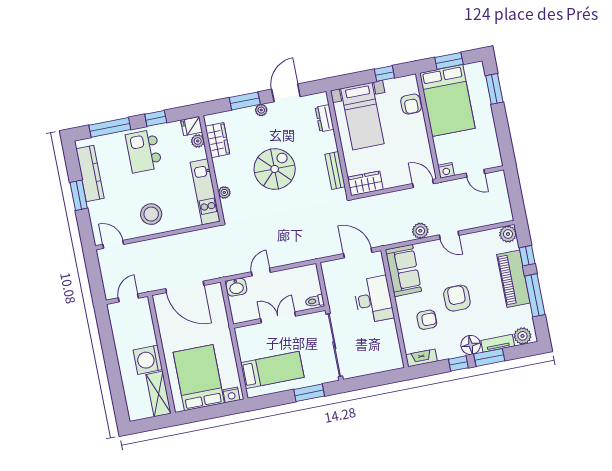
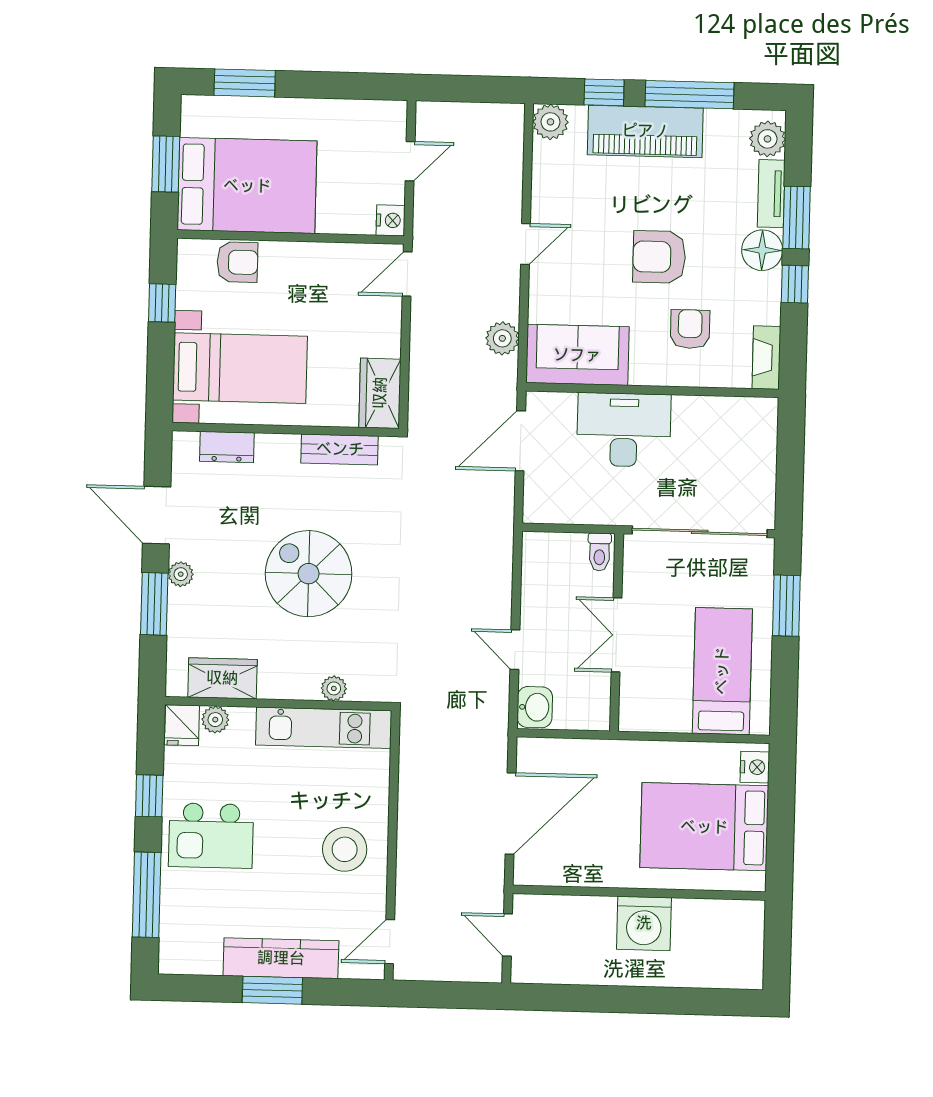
kitchen counter: (90, 174) -> (281, 958), moved
plant: (420, 231) -> (502, 338), moved
shelving: (159, 394) -> (719, 917), removed

